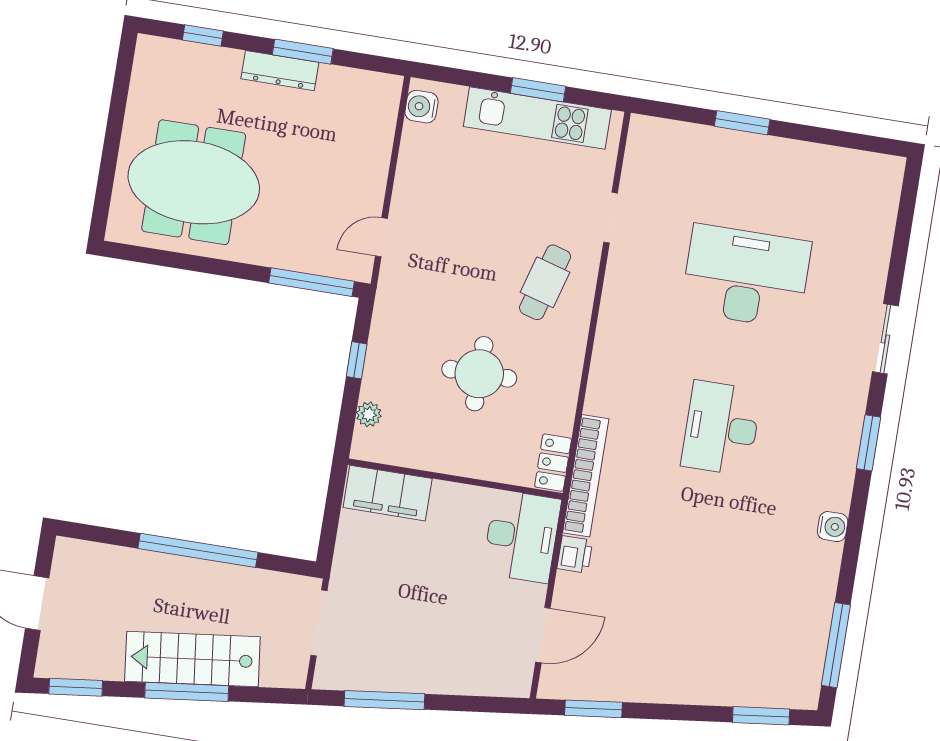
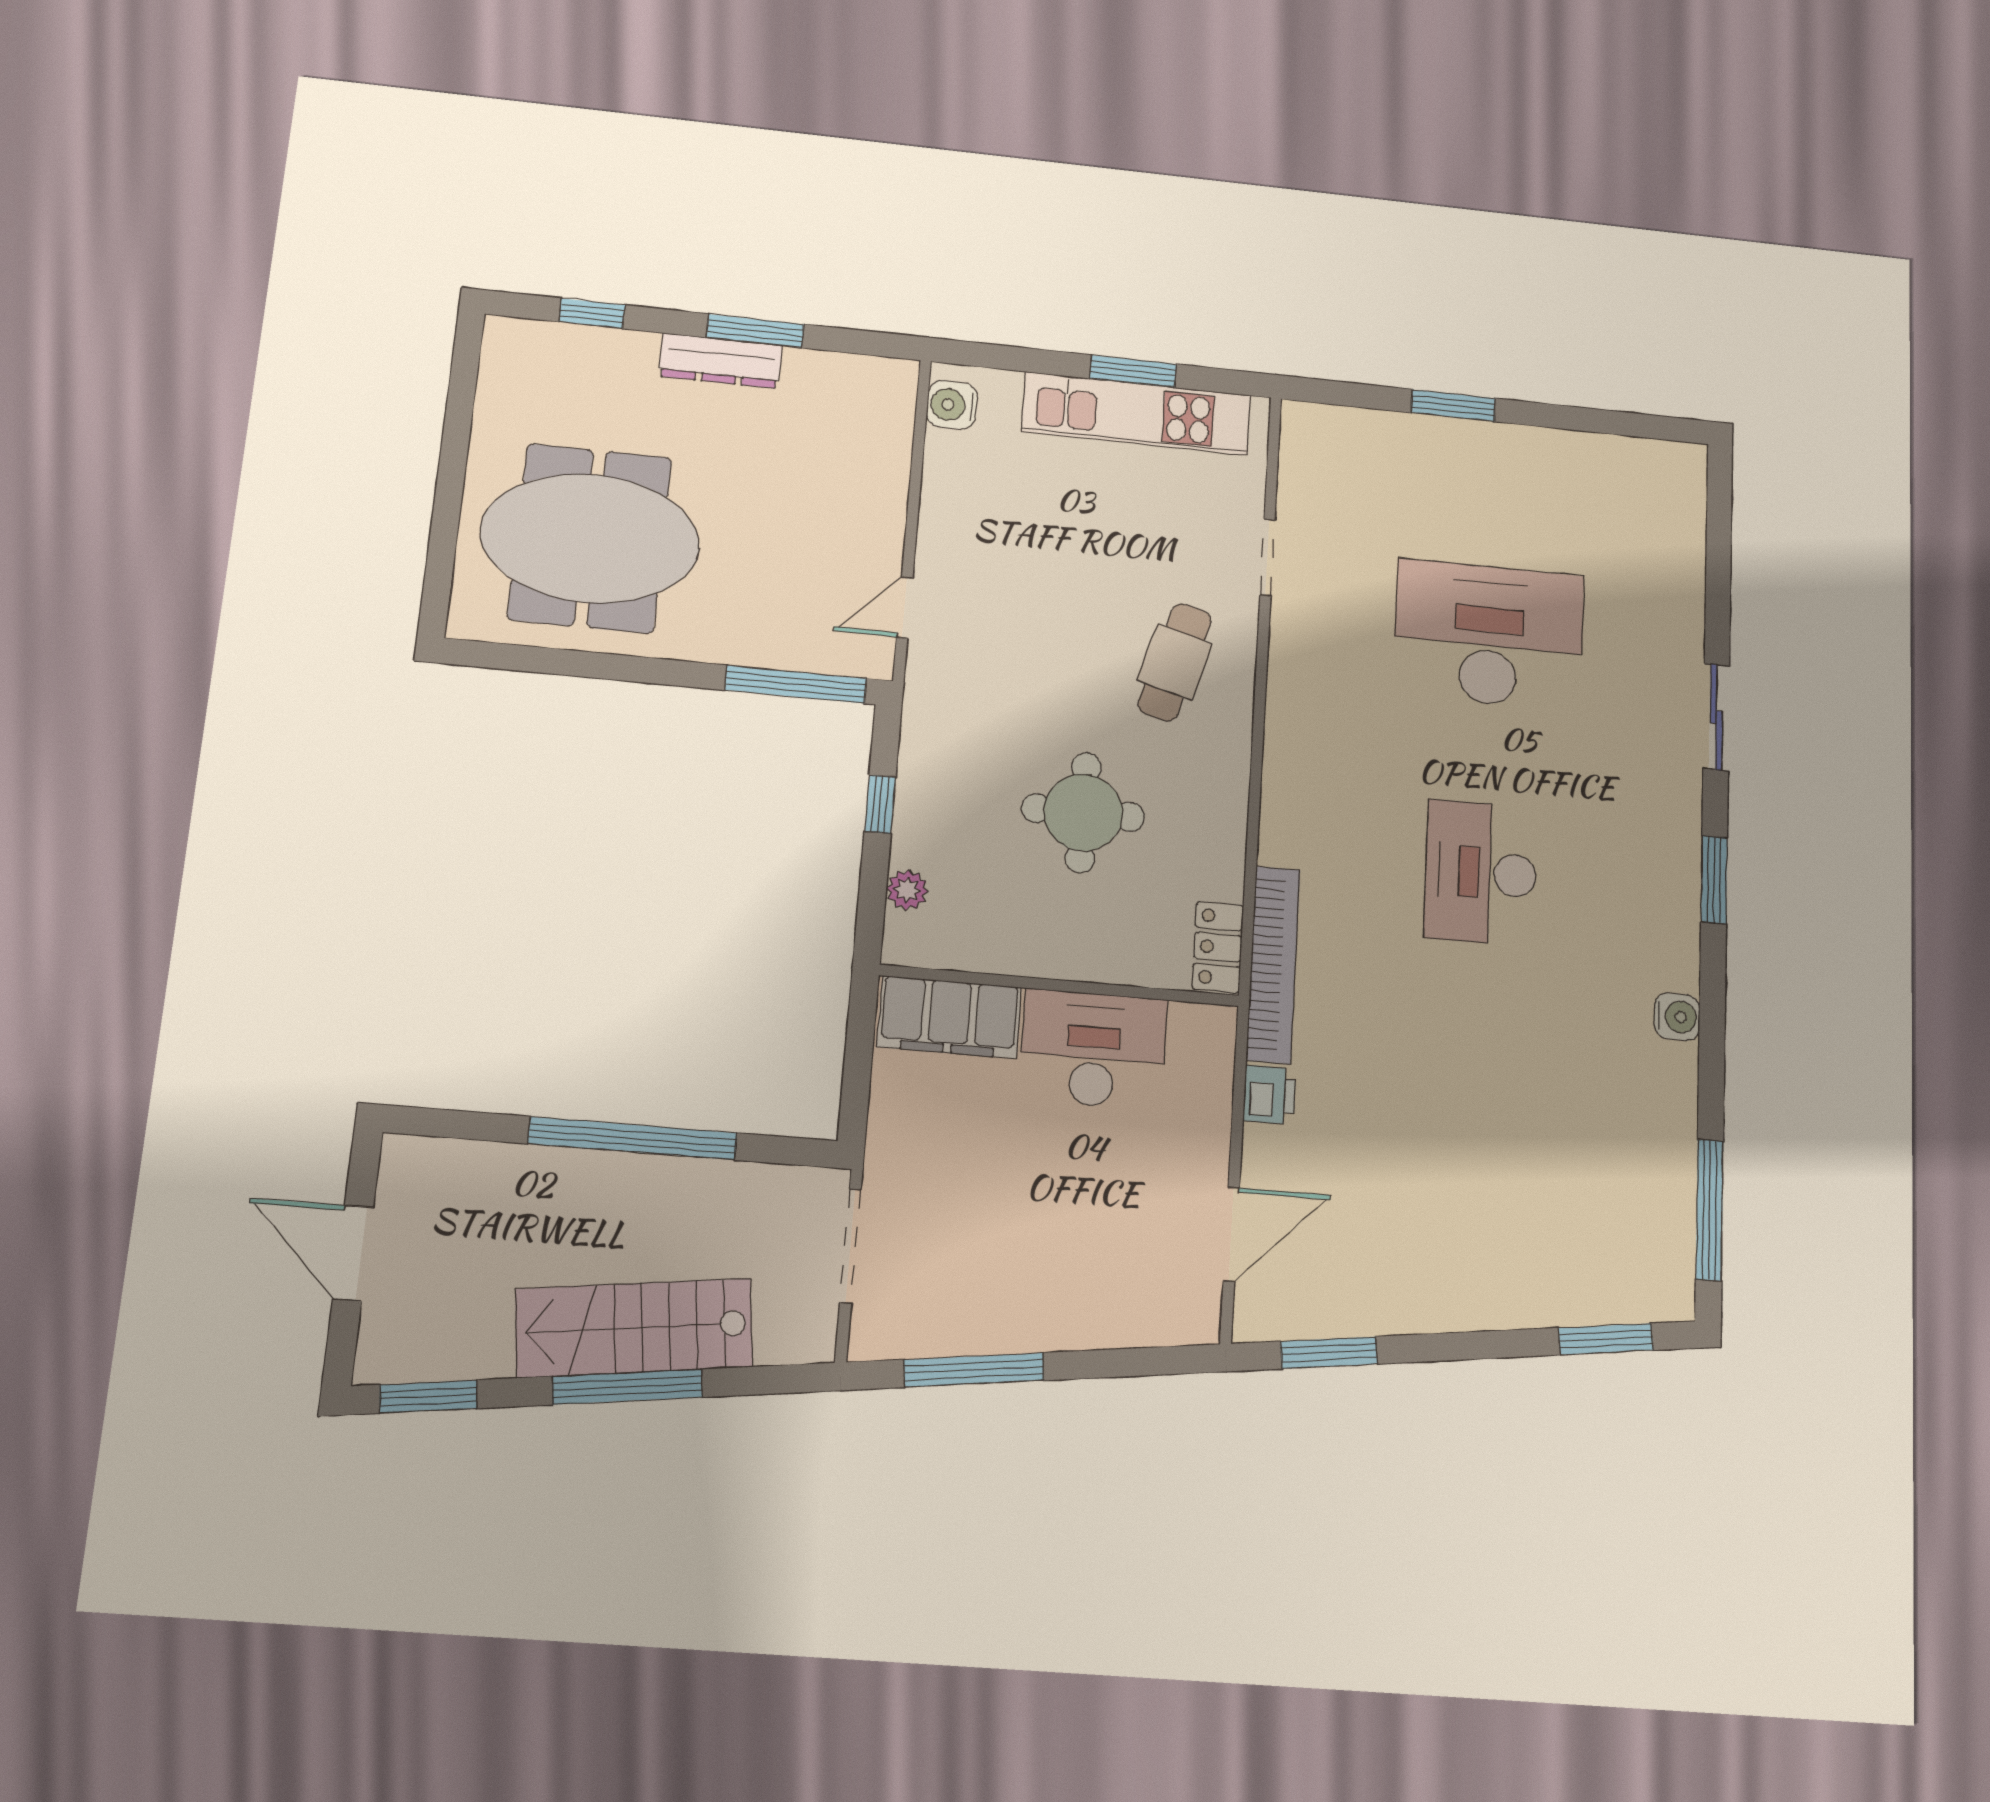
desk: (522, 536) -> (1093, 1049), moved, turned -90

